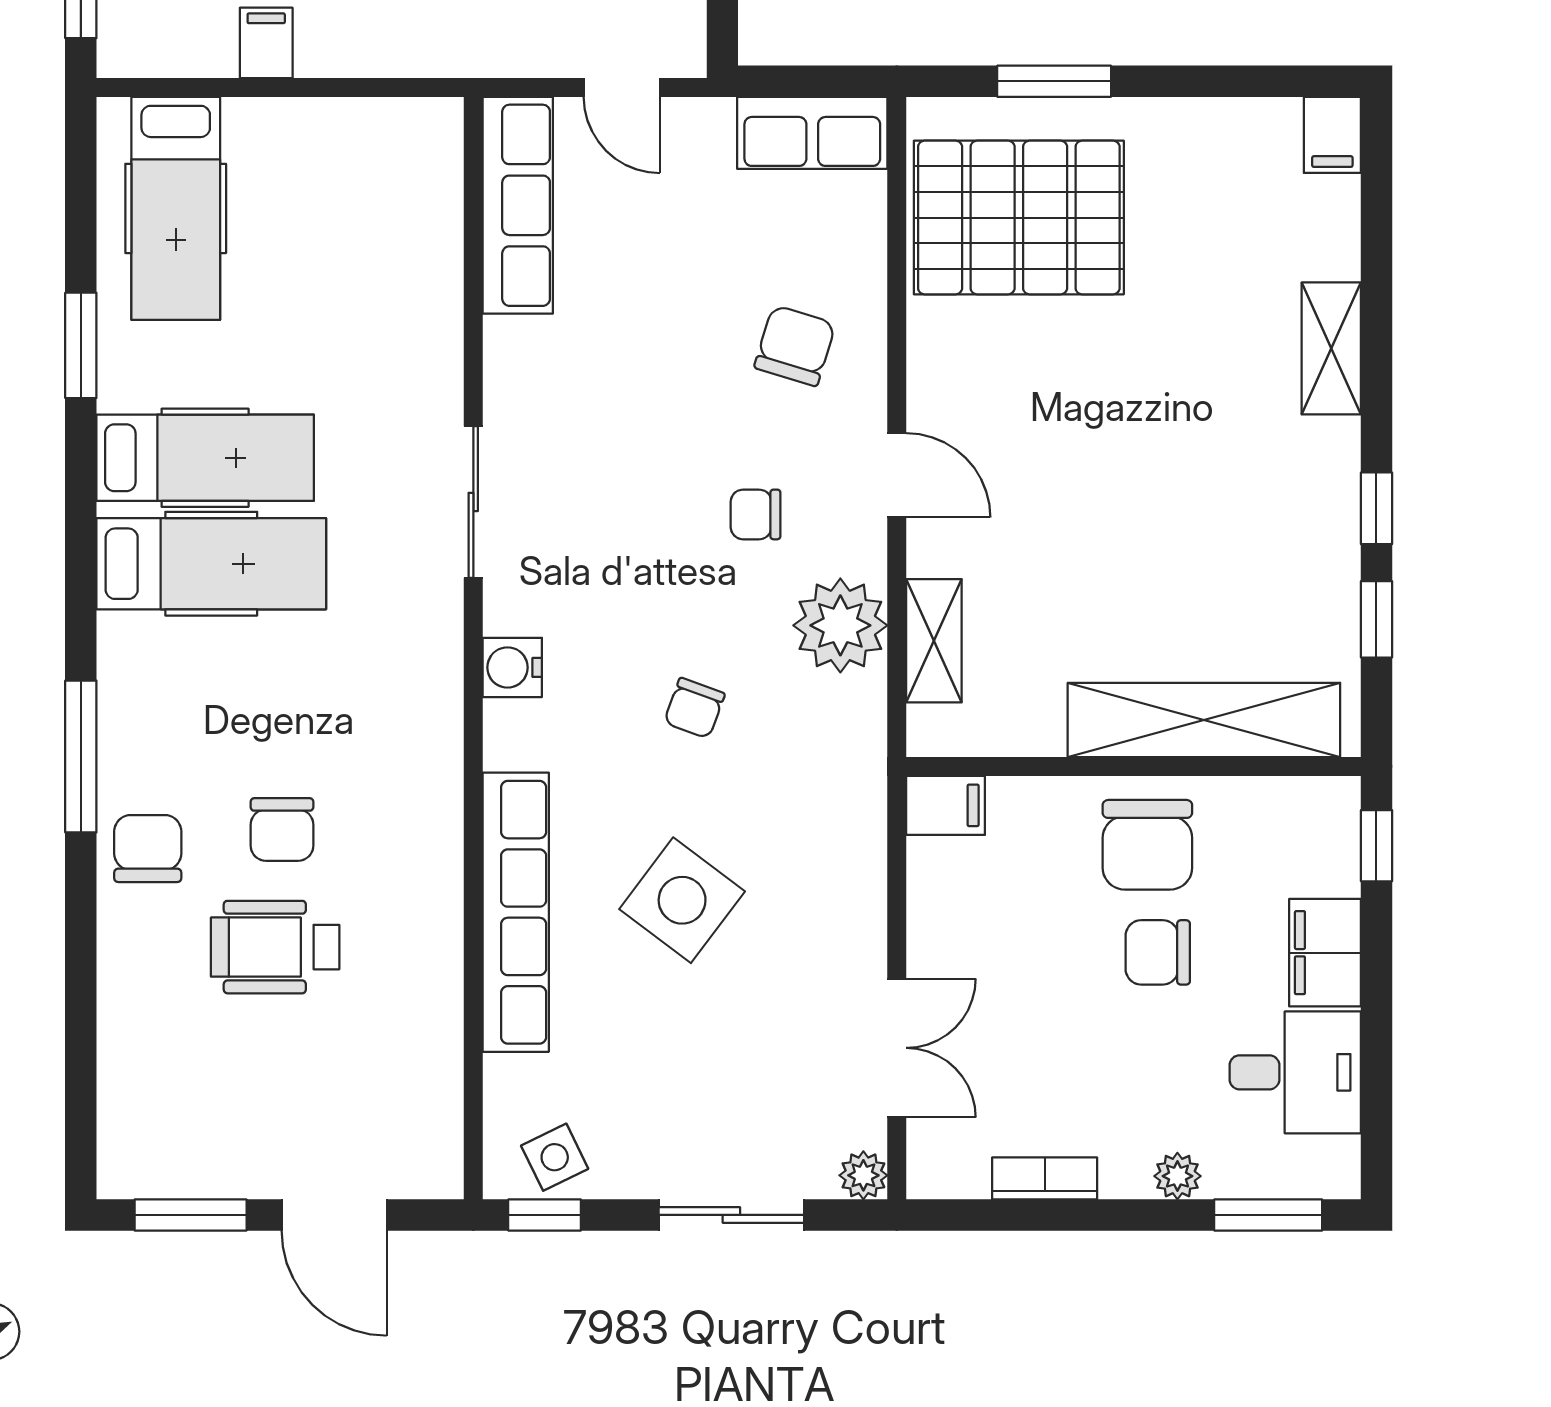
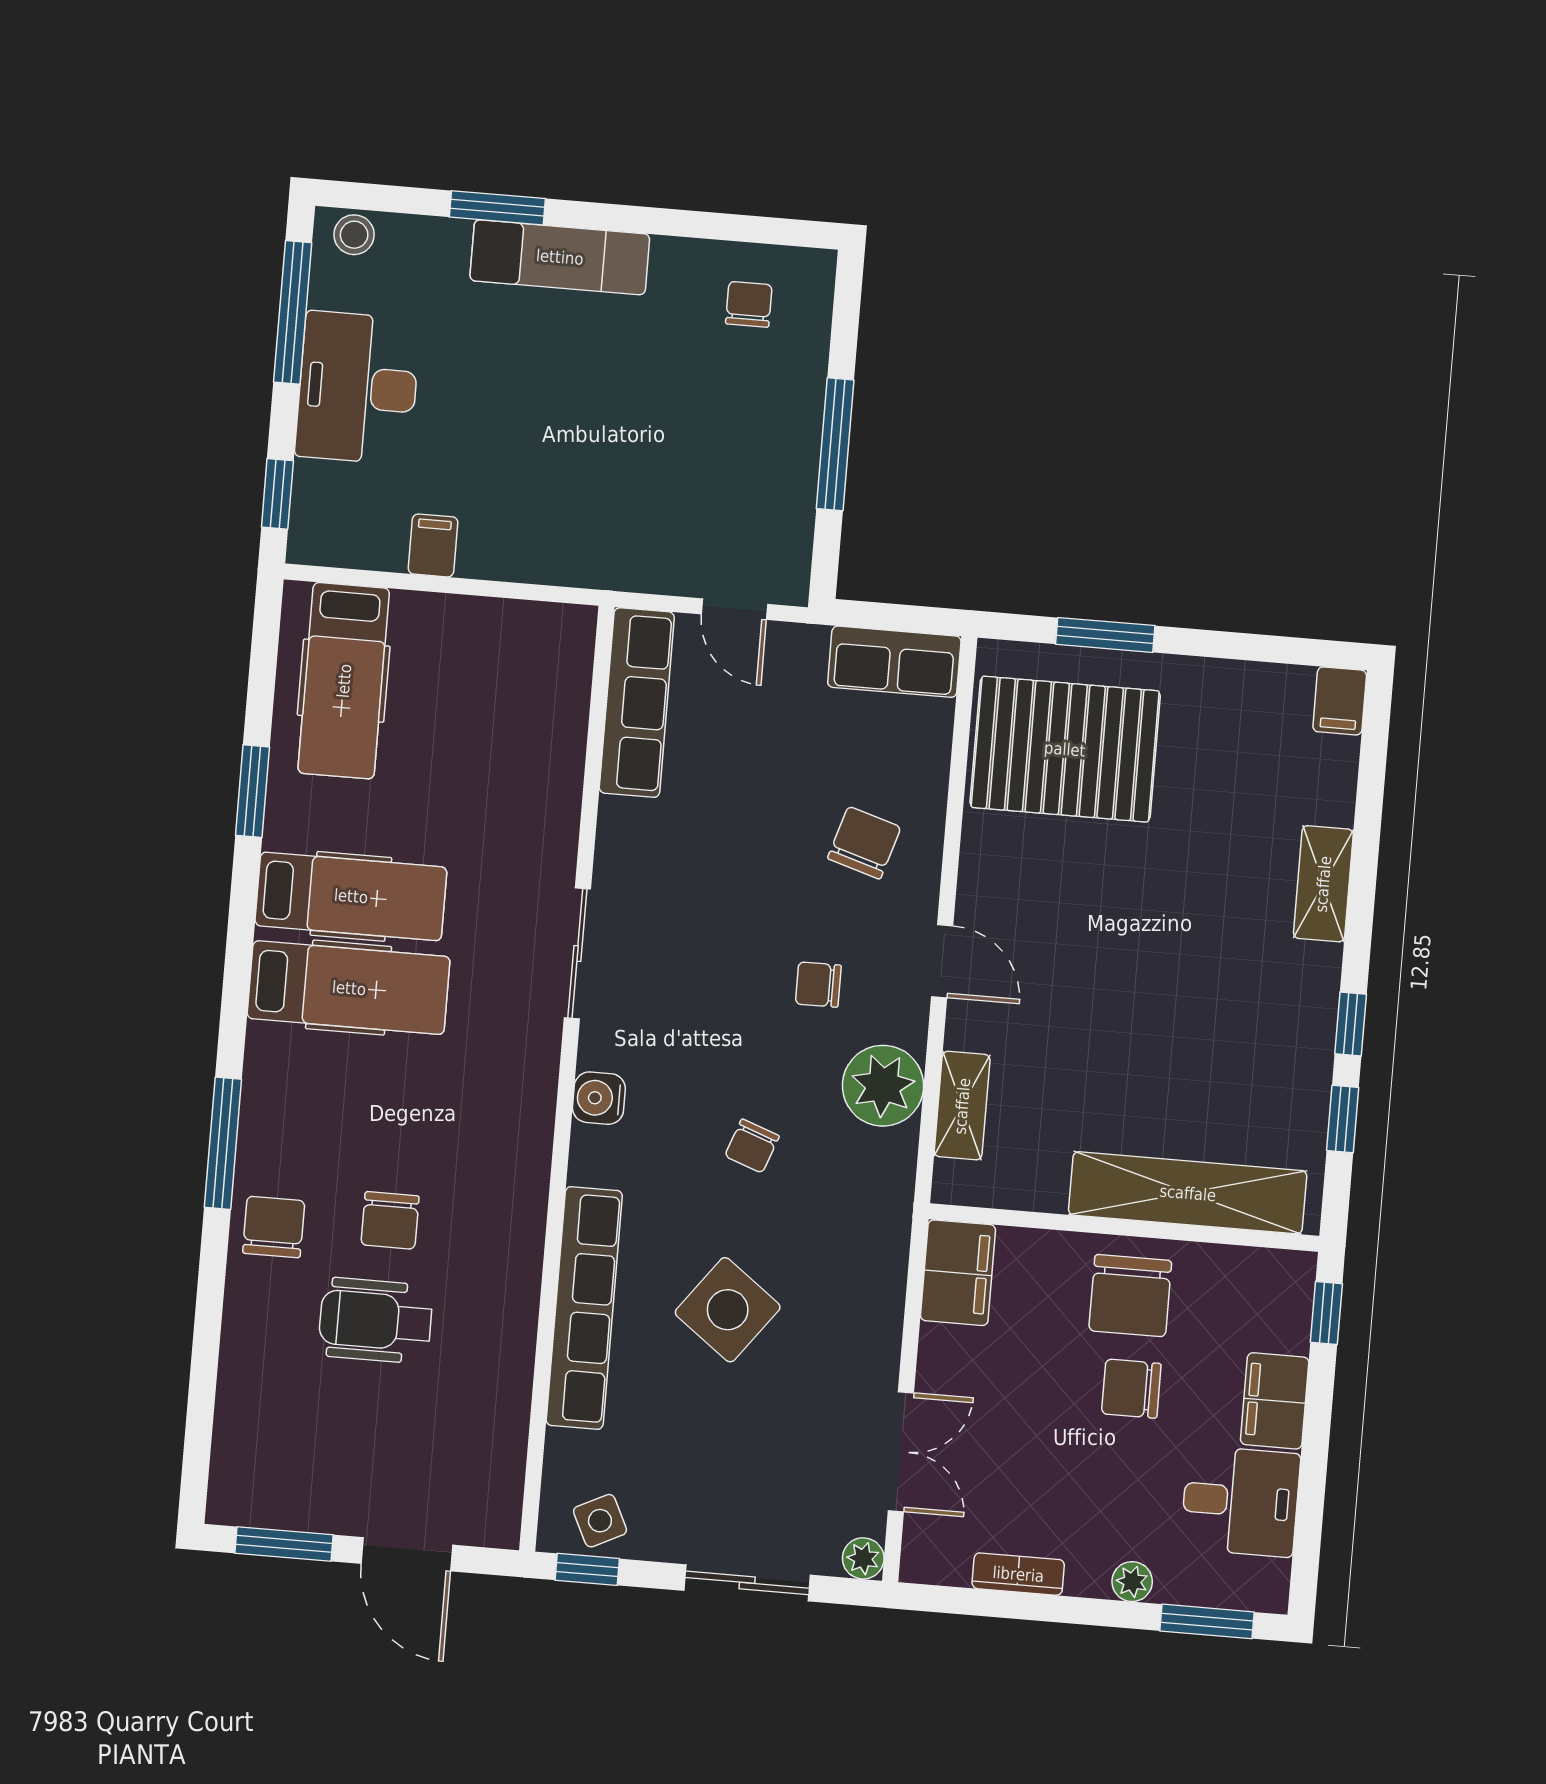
filing cabinet: (946, 805) -> (958, 1273), width x2.00

